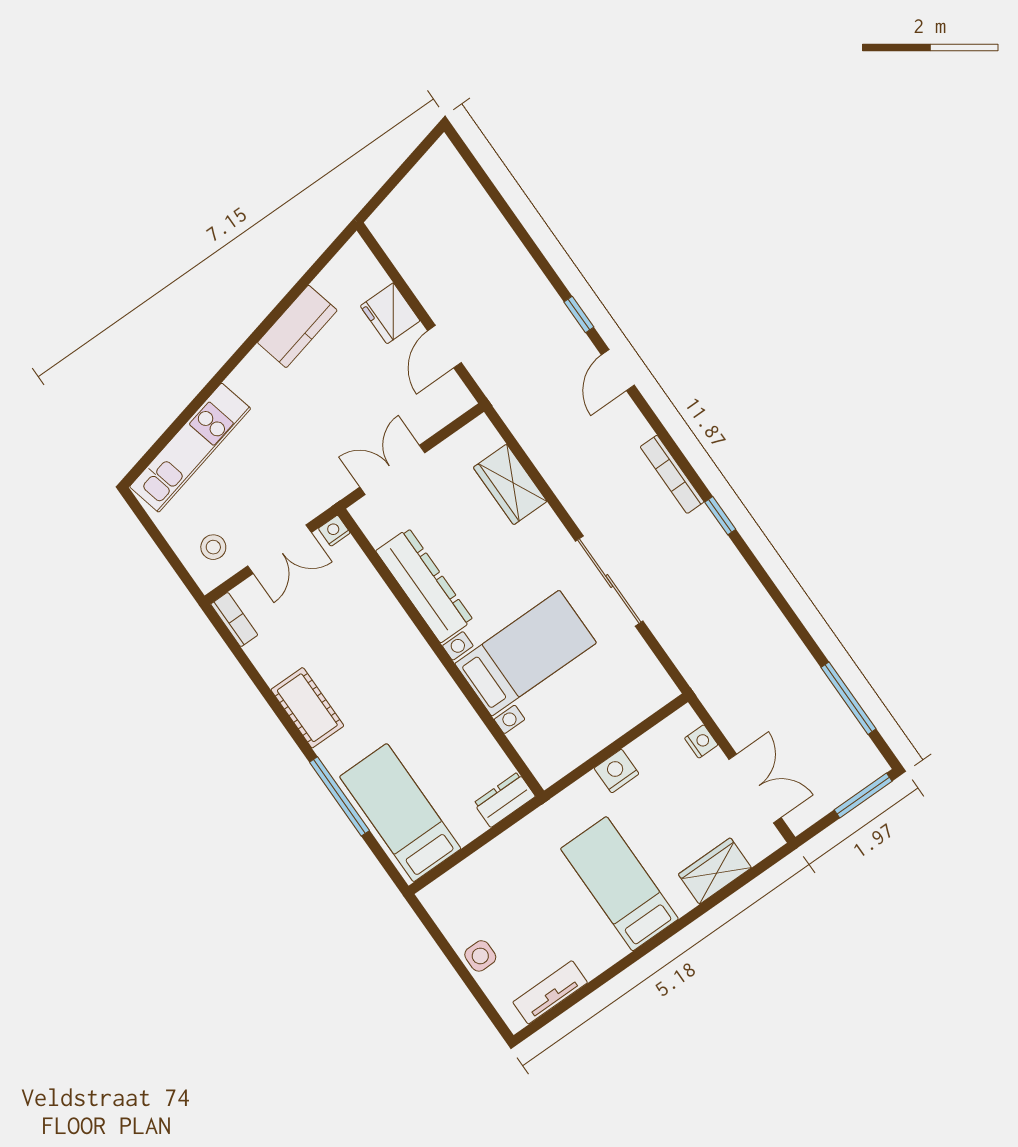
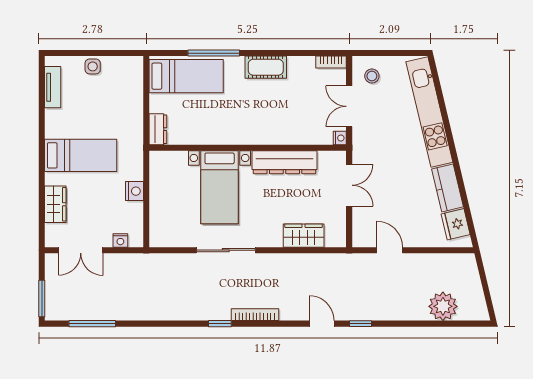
plant: (471, 214) -> (443, 306), added
fridge: (390, 313) -> (456, 224), moved, turned -103
kitchen unit: (190, 448) -> (429, 112), width x1.36

